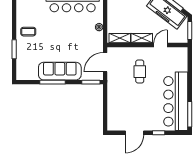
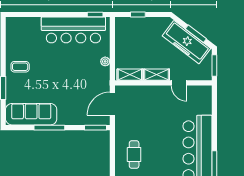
door: (160, 45) -> (179, 83), swing flipped
sofa: (60, 71) -> (31, 114), moved
cafe table: (140, 72) -> (134, 155), moved

